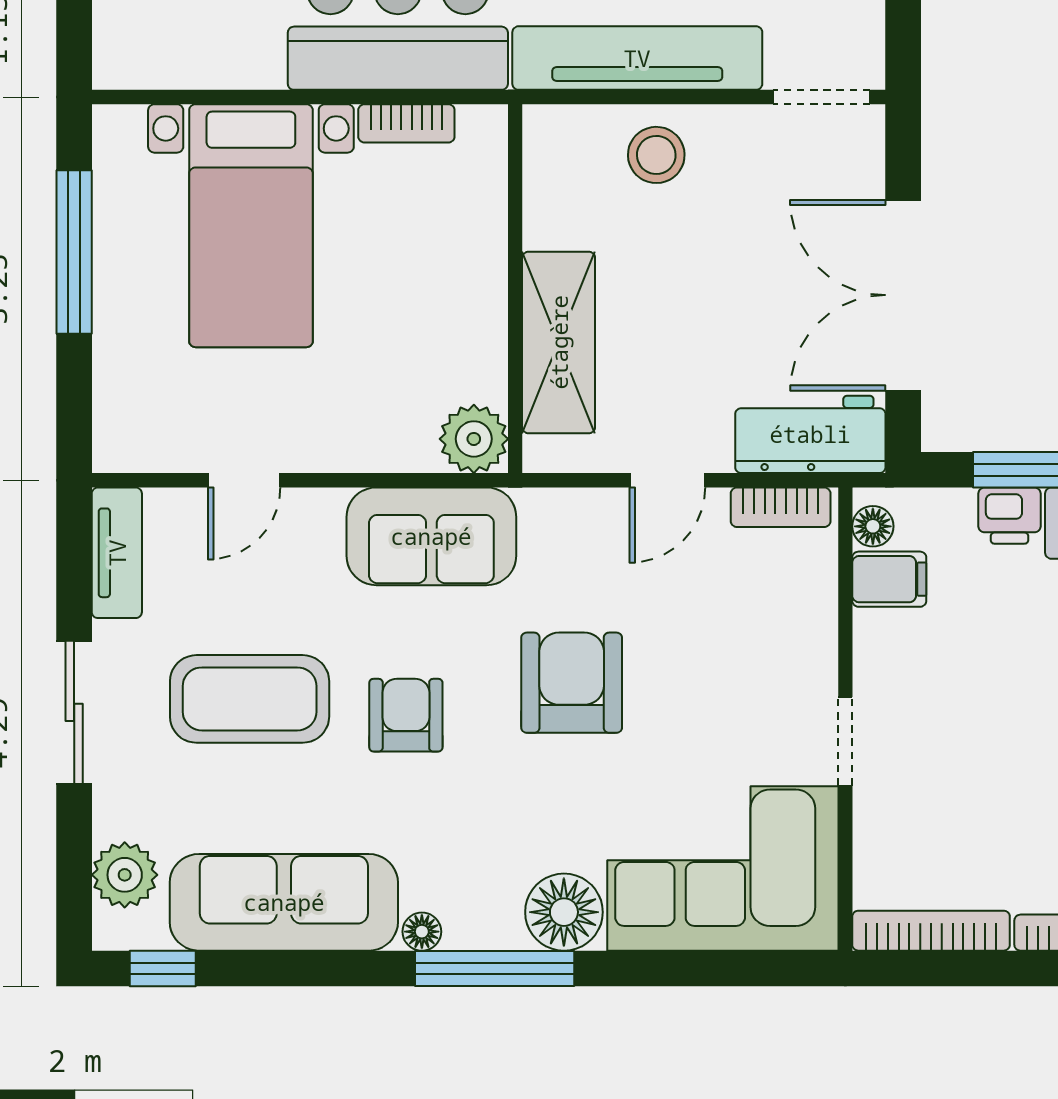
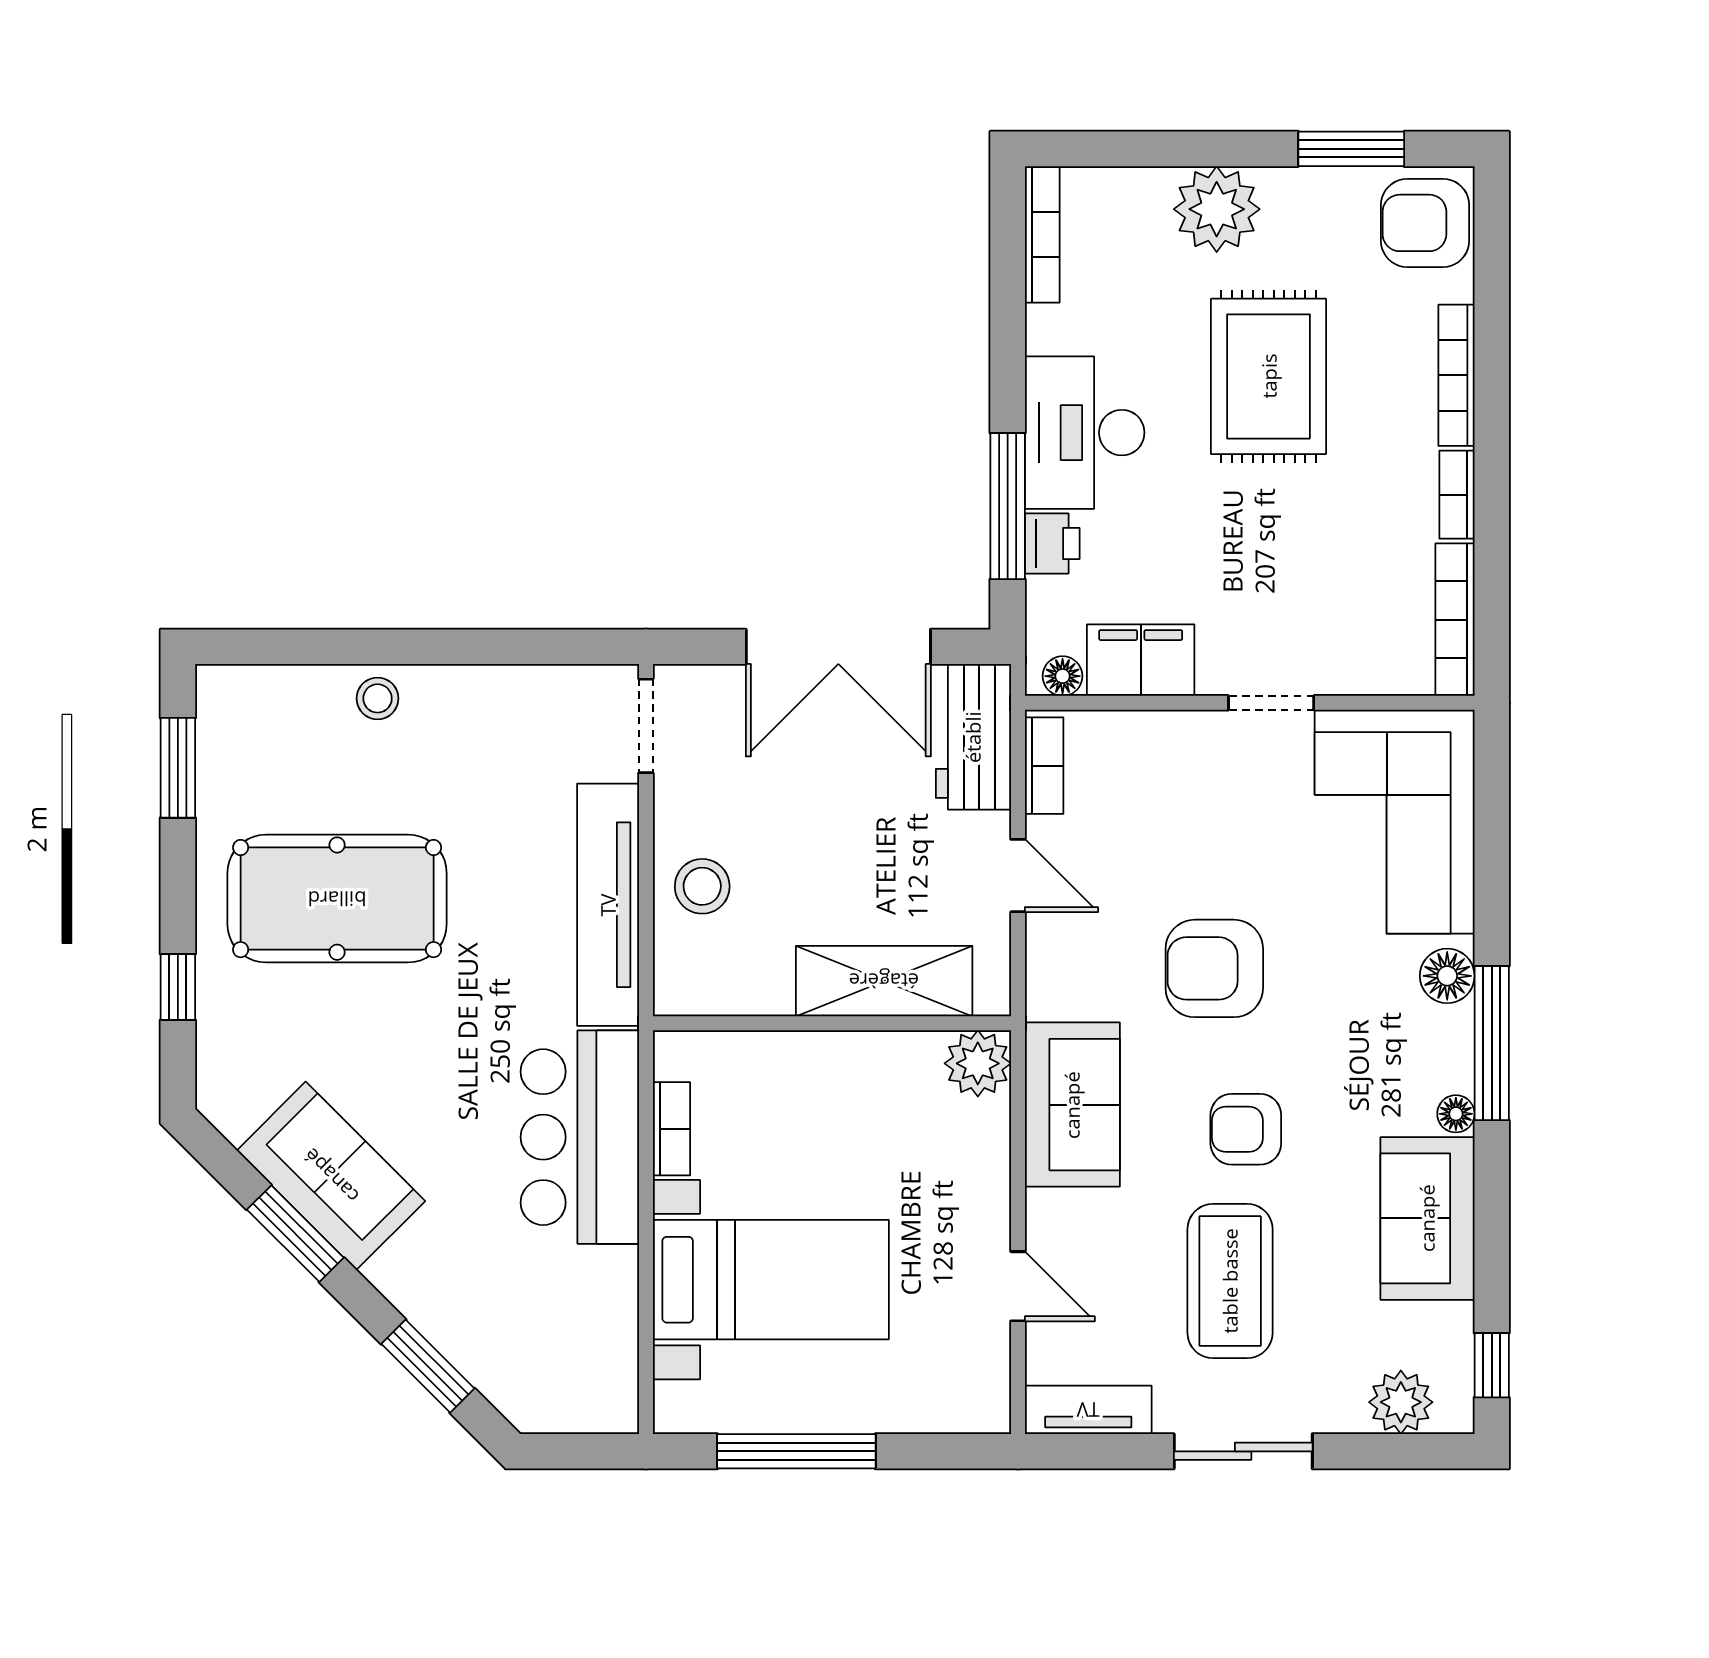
filing cabinet: (889, 579) -> (1141, 660), width x2.00
sofa: (284, 902) -> (1427, 1218), width x0.73
floor lamp: (564, 912) -> (1447, 976), width x0.73, depth x0.73

